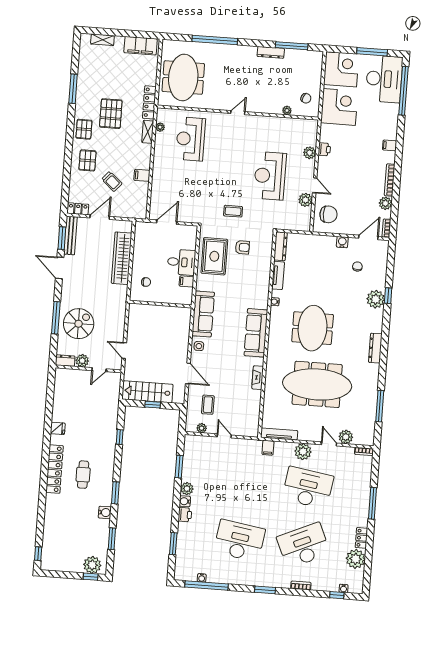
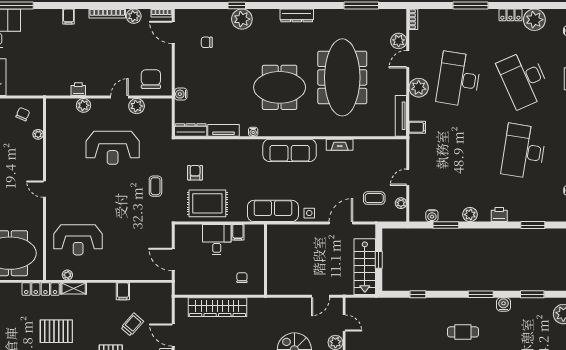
corner desk: (339, 107) -> (30, 76), removed
water cooler: (342, 242) -> (181, 94), moved
water cooler: (185, 501) -> (432, 216), moved

